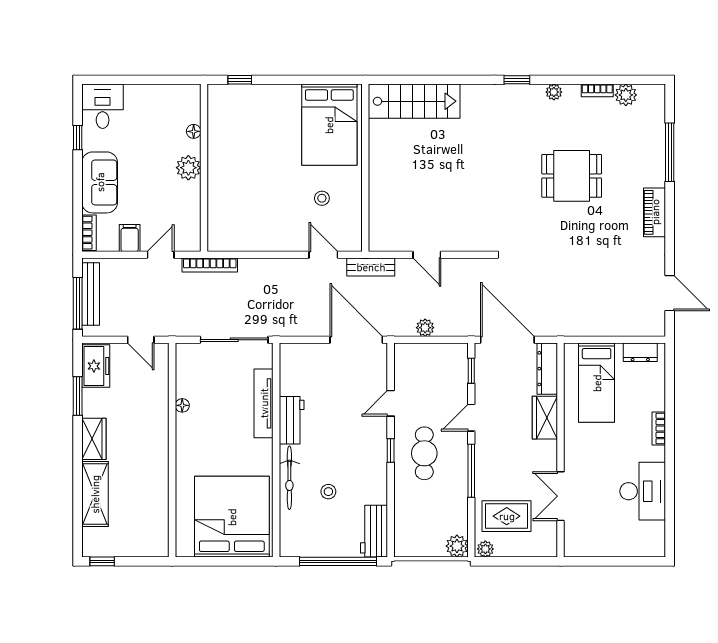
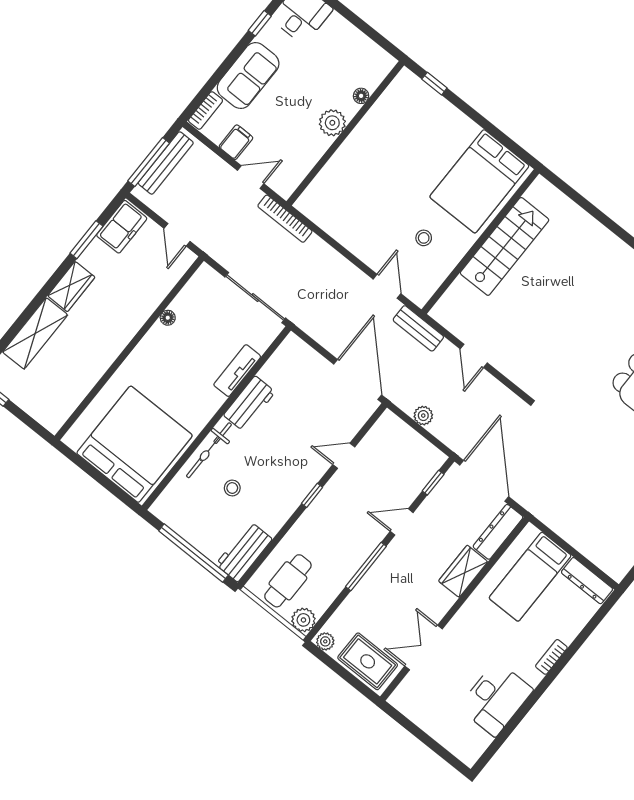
stairs: (414, 101) -> (505, 246), moved, turned -90
dresser: (640, 352) -> (587, 581), width x1.44
tv unit: (264, 403) -> (237, 371), width x0.71
cafe table: (424, 453) -> (288, 581), moved
rug: (507, 516) -> (368, 661), moved

